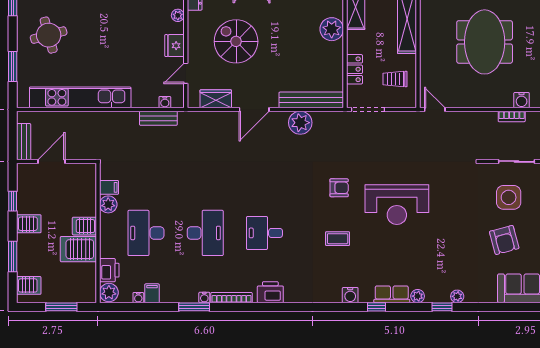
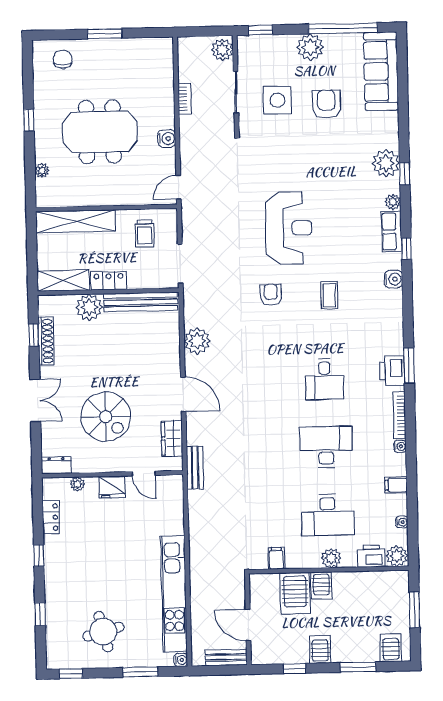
spiral stairs: (236, 41) -> (106, 417), turned -90
locker: (354, 69) -> (109, 281), moved
bench: (311, 100) -> (141, 302), moved, turned 90
water cooler: (522, 100) -> (167, 139), moved
water cooler: (165, 102) -> (181, 660), moved
bench: (158, 118) -> (195, 468), moved
plant: (108, 204) -> (331, 558), moved
armchair: (504, 240) -> (326, 104), turned -75
server rack: (78, 249) -> (295, 593), moved
filing cabinet: (152, 293) -> (396, 485), moved
plant: (457, 296) -> (386, 163), width x1.87, depth x1.87
window: (194, 307) -> (409, 366), moved

